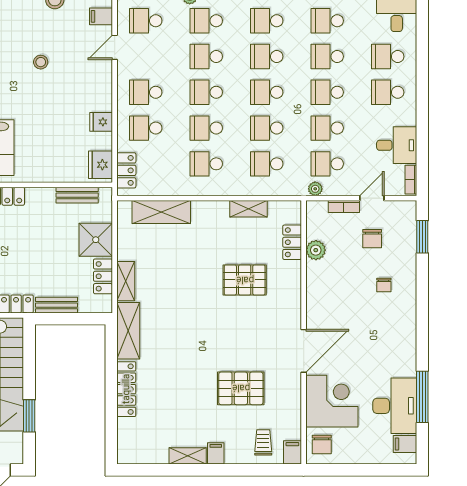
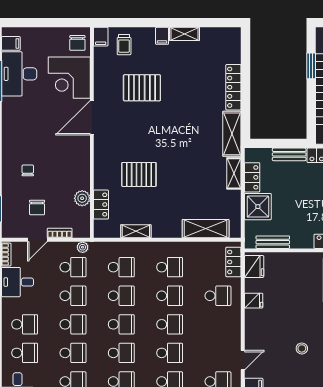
school desk: (146, 92) -> (218, 324), removed
chair: (372, 239) -> (37, 207), turned 180
chair: (322, 445) -> (77, 43), turned 180

